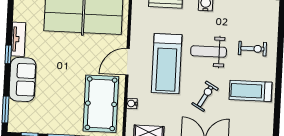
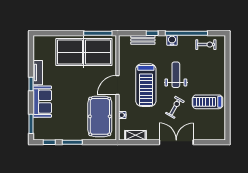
exercise bike: (252, 49) -> (206, 45), moved
weight bench: (209, 51) -> (176, 75), turned 90

